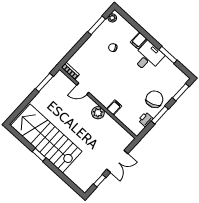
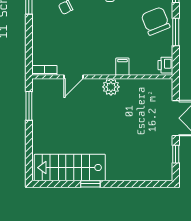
printer: (146, 119) -> (165, 65), moved
stairs: (46, 139) -> (70, 168), width x0.73, depth x0.66

